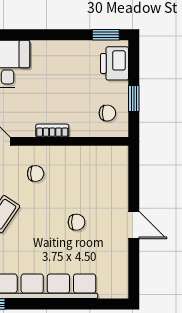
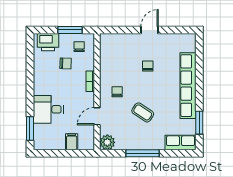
window: (106, 35) -> (30, 48), removed
chair: (80, 91) -> (66, 63), added
window: (134, 98) -> (70, 30), width x1.50

